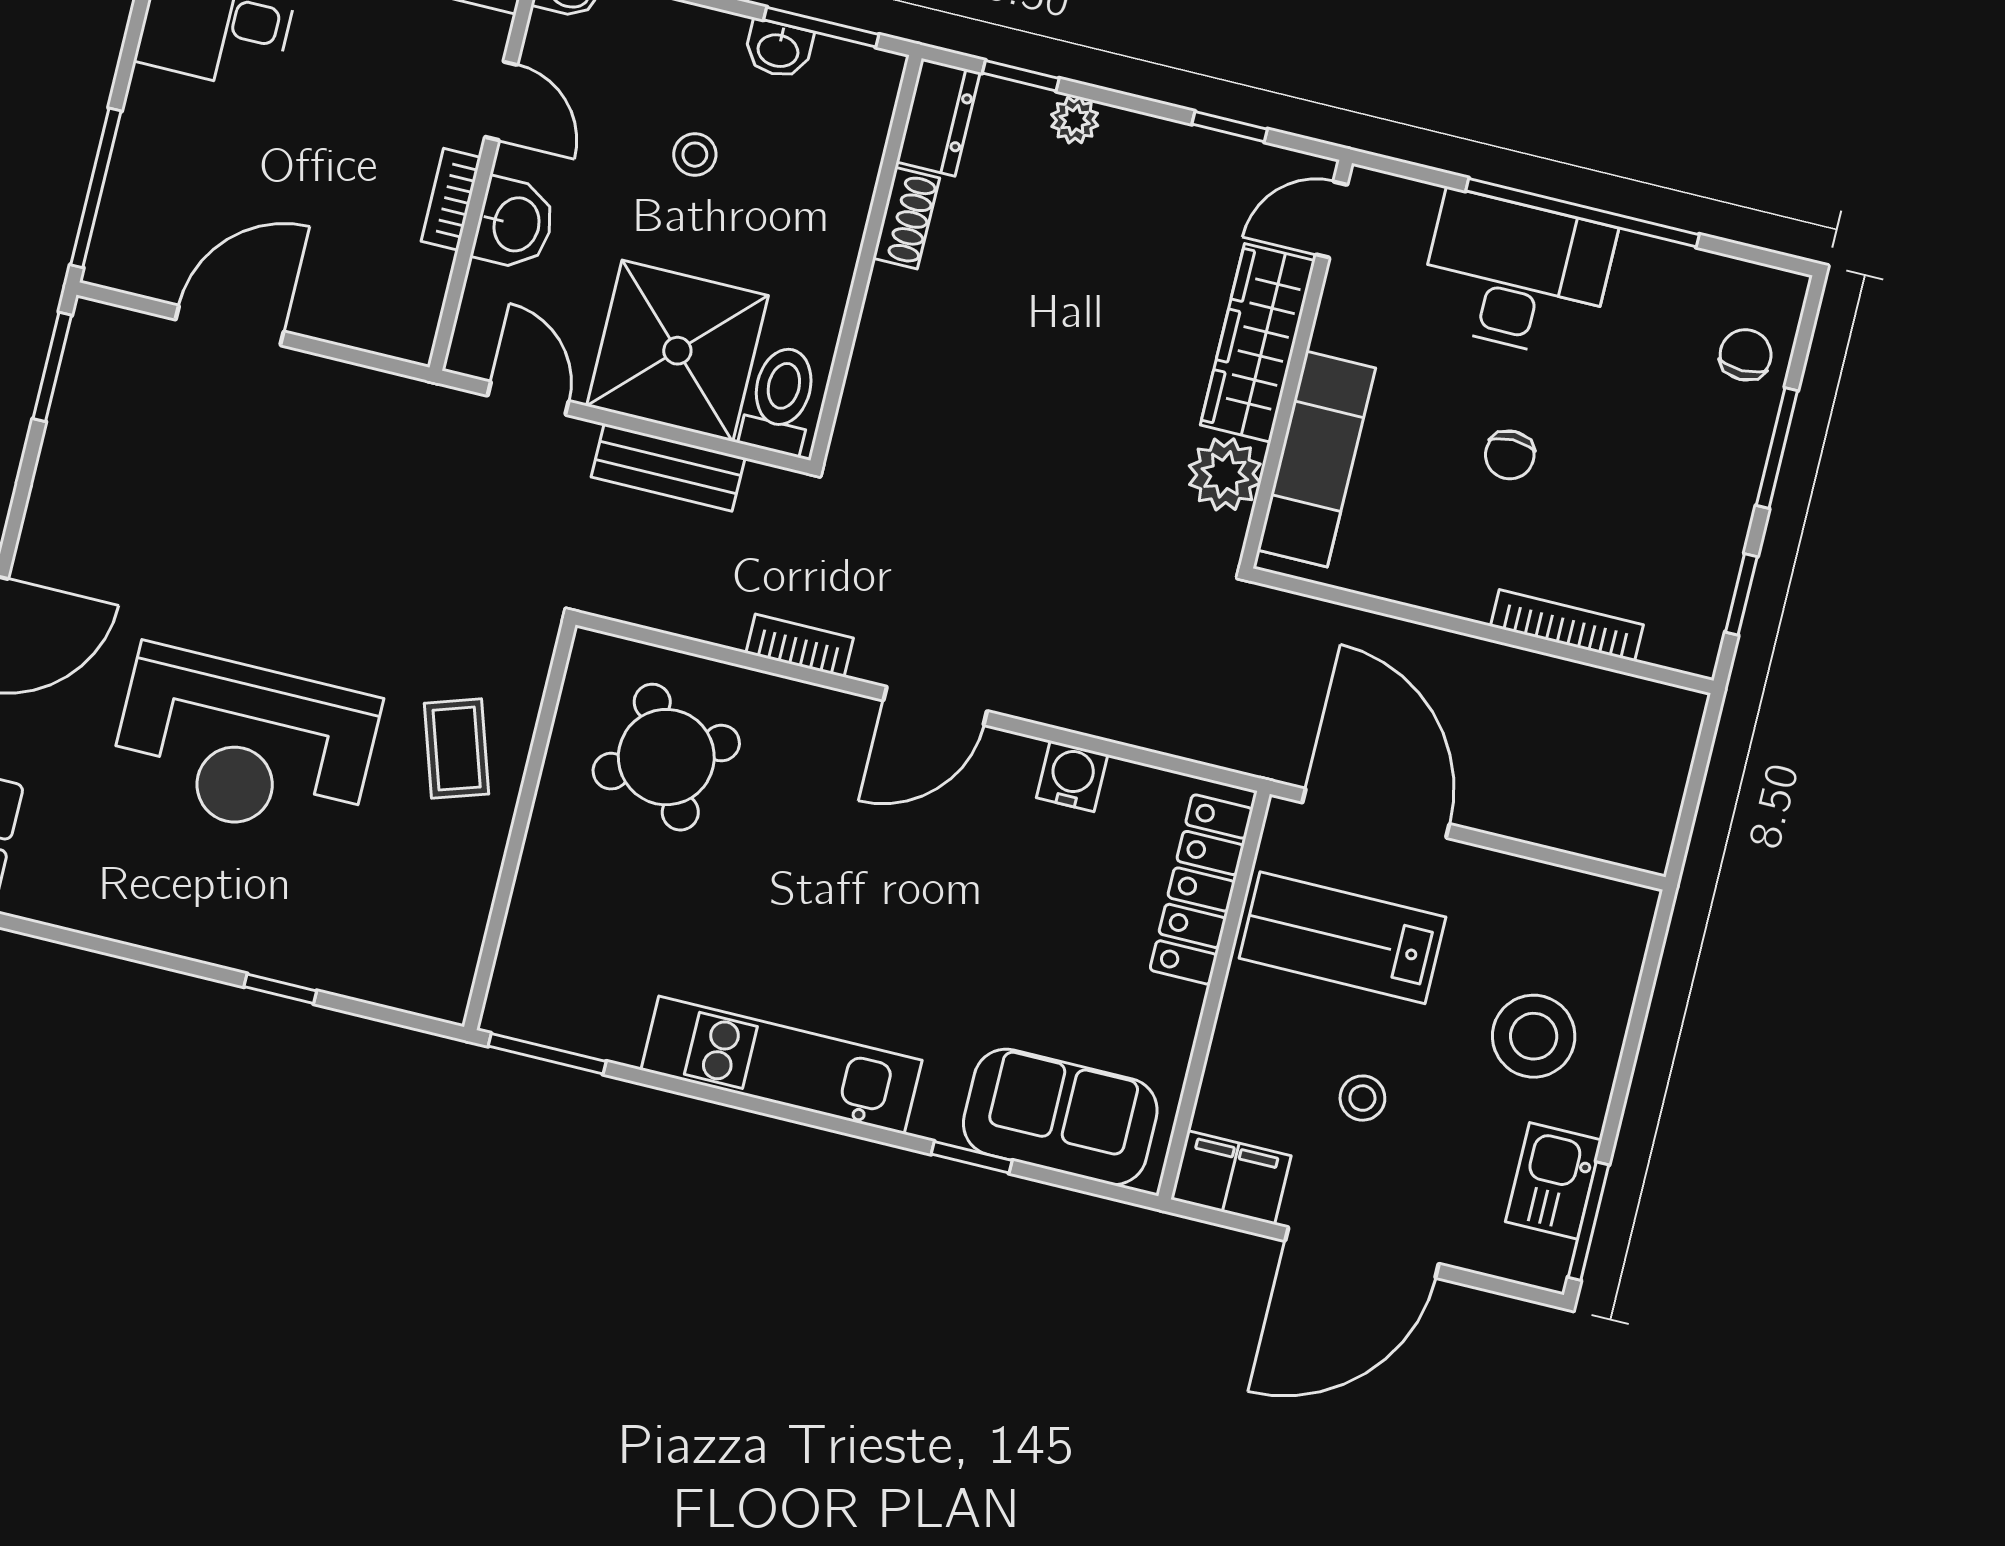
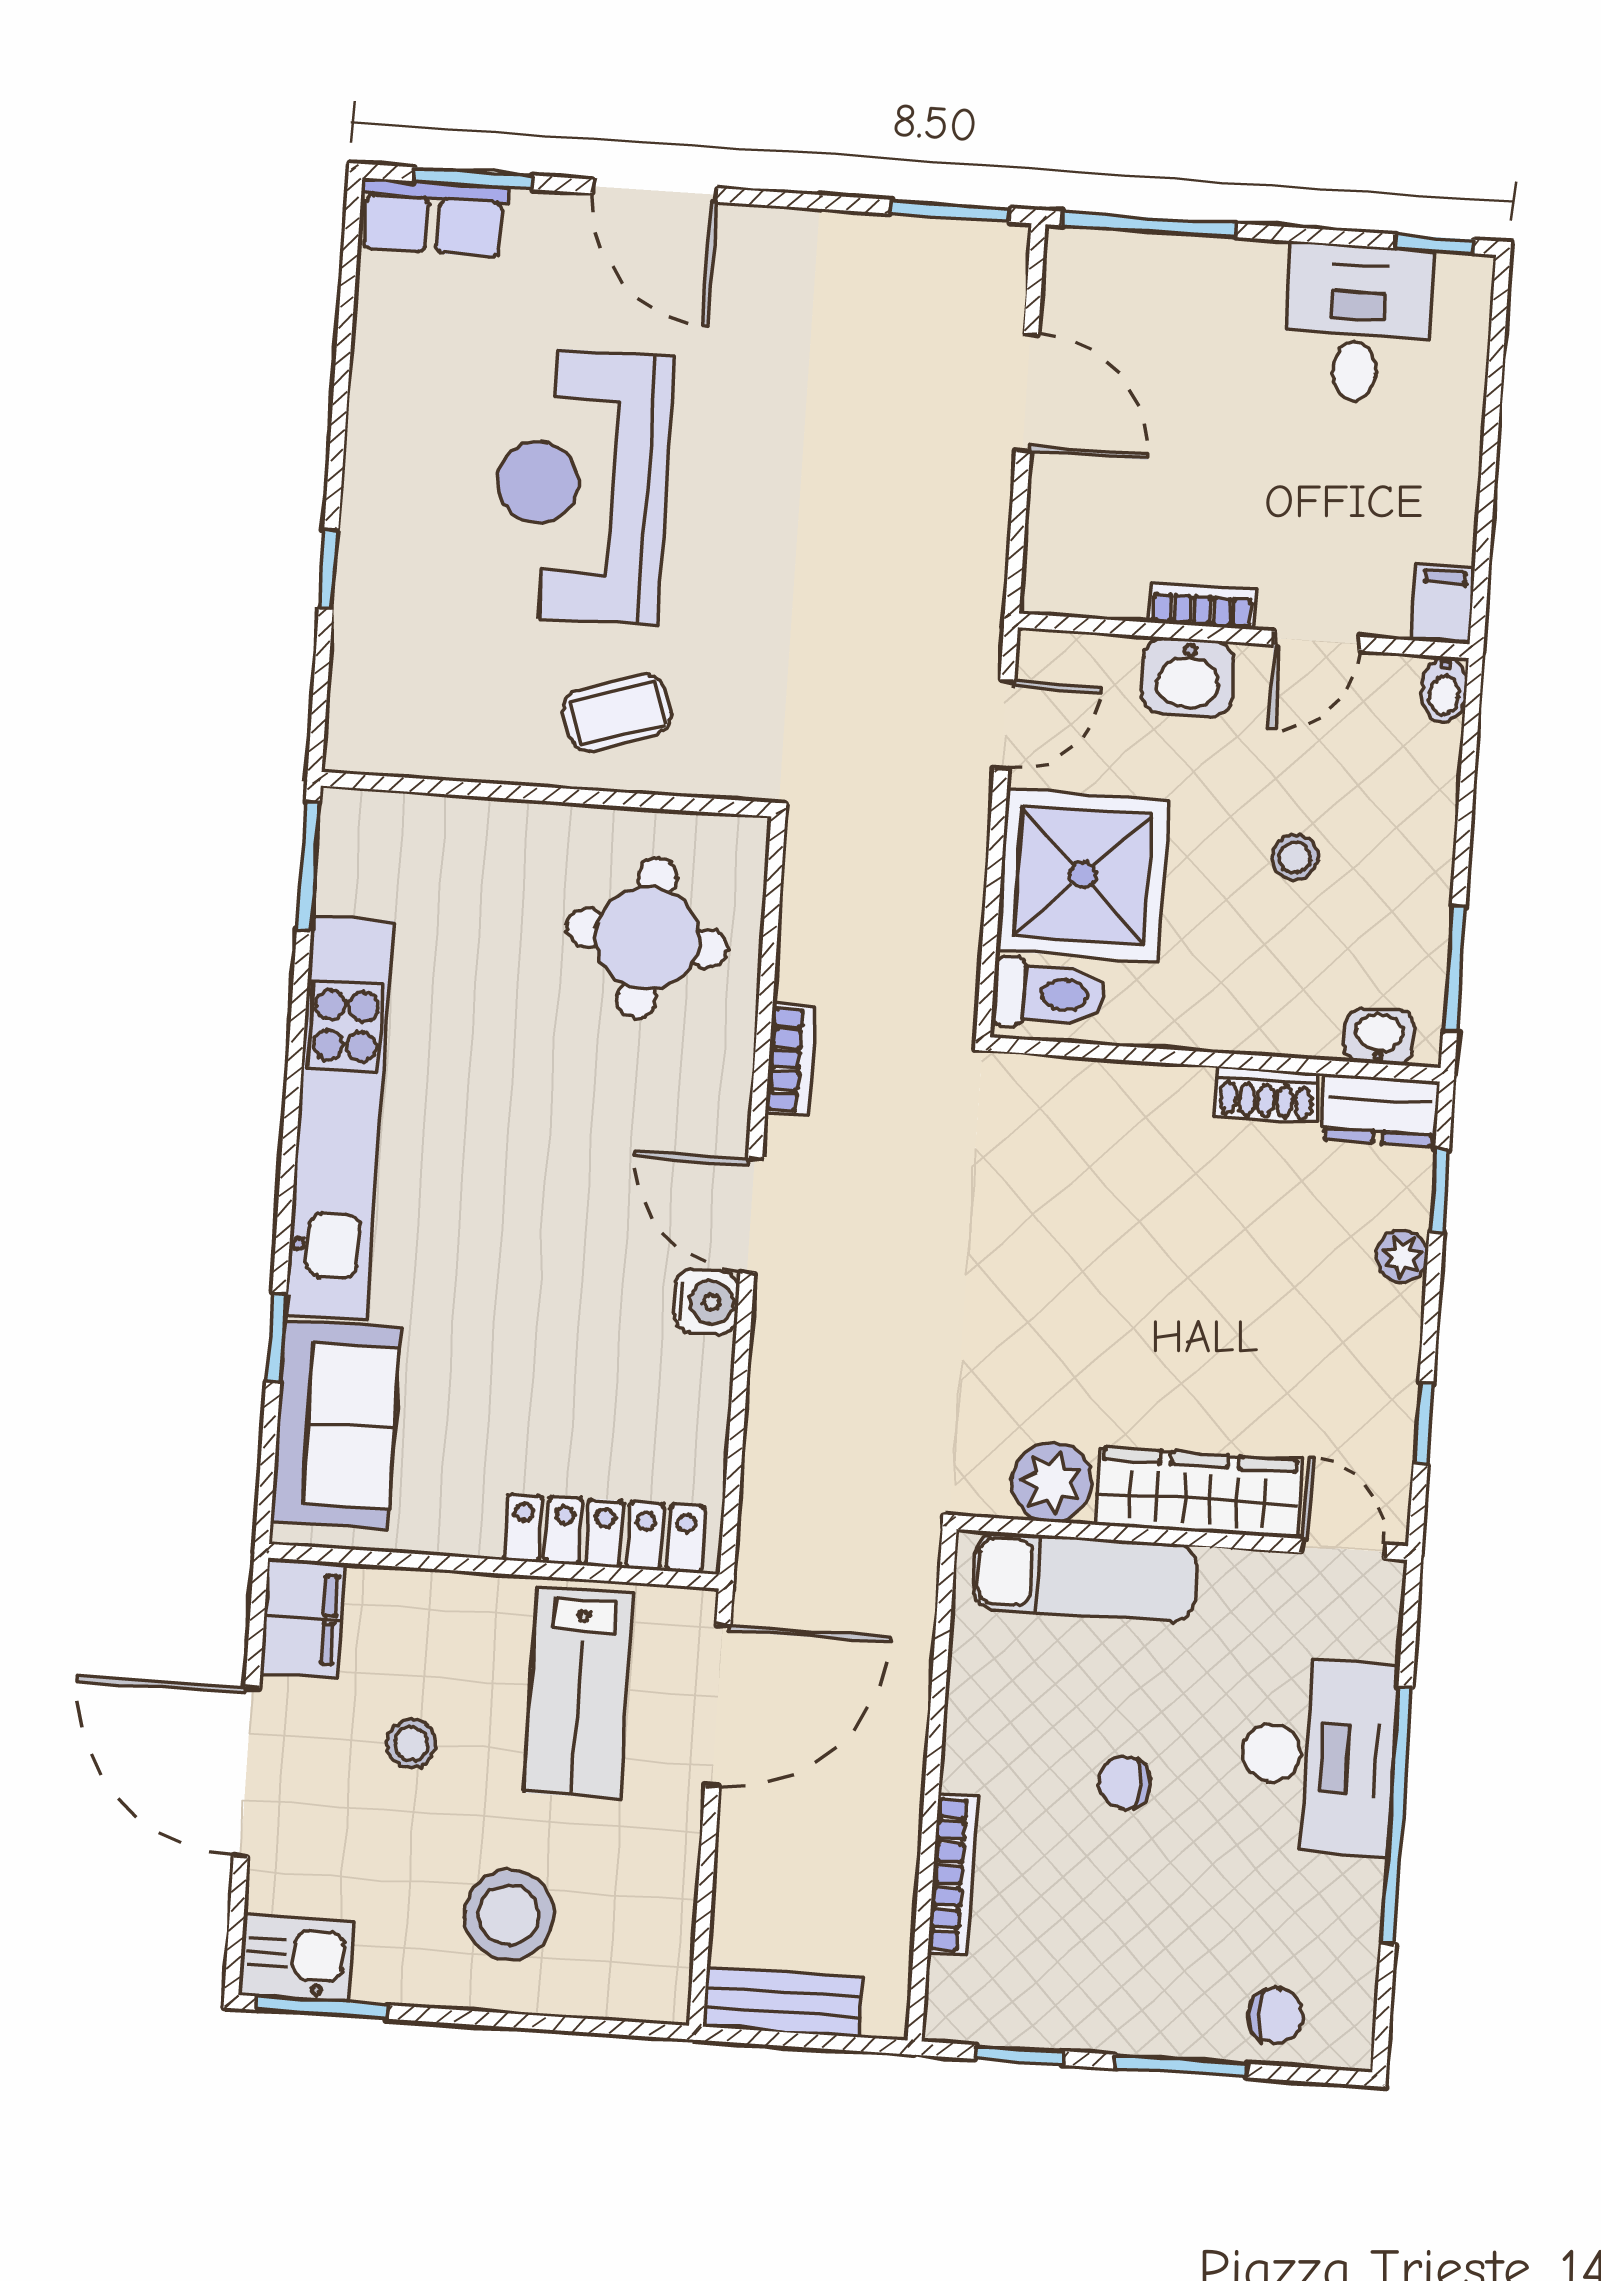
washbasin: (778, 49) -> (1379, 1036), moved, turned 90
bench: (668, 467) -> (783, 2002), moved, turned 90
round table: (666, 757) -> (647, 938), turned 34
water cooler: (1072, 776) -> (706, 1302), moved
lab bench: (1342, 938) -> (579, 1693), turned 180
kitchen unit: (781, 1065) -> (339, 1118), width x1.36
kitchen sink: (1554, 1181) -> (296, 1959), moved

